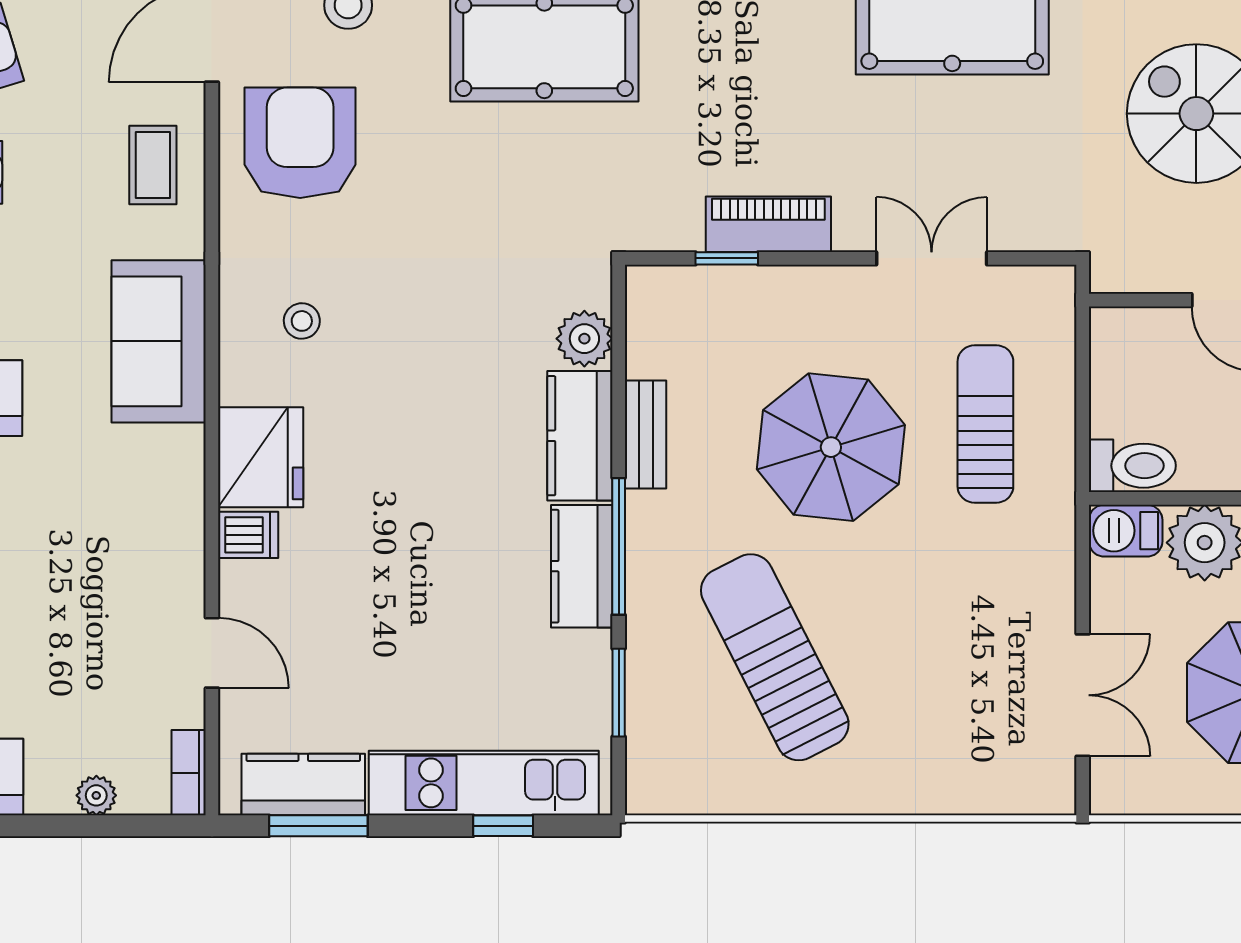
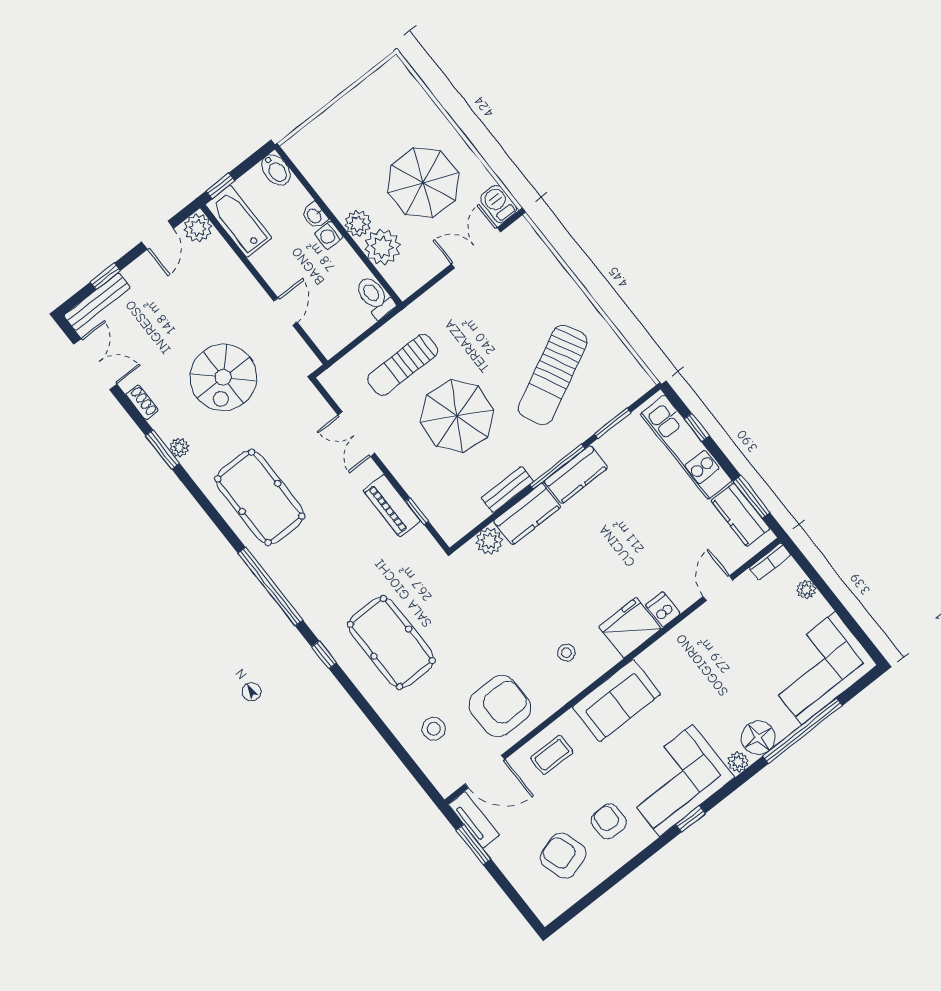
armchair: (300, 143) -> (500, 706), turned 180
barbecue: (1126, 531) -> (499, 204), moved, turned 180

